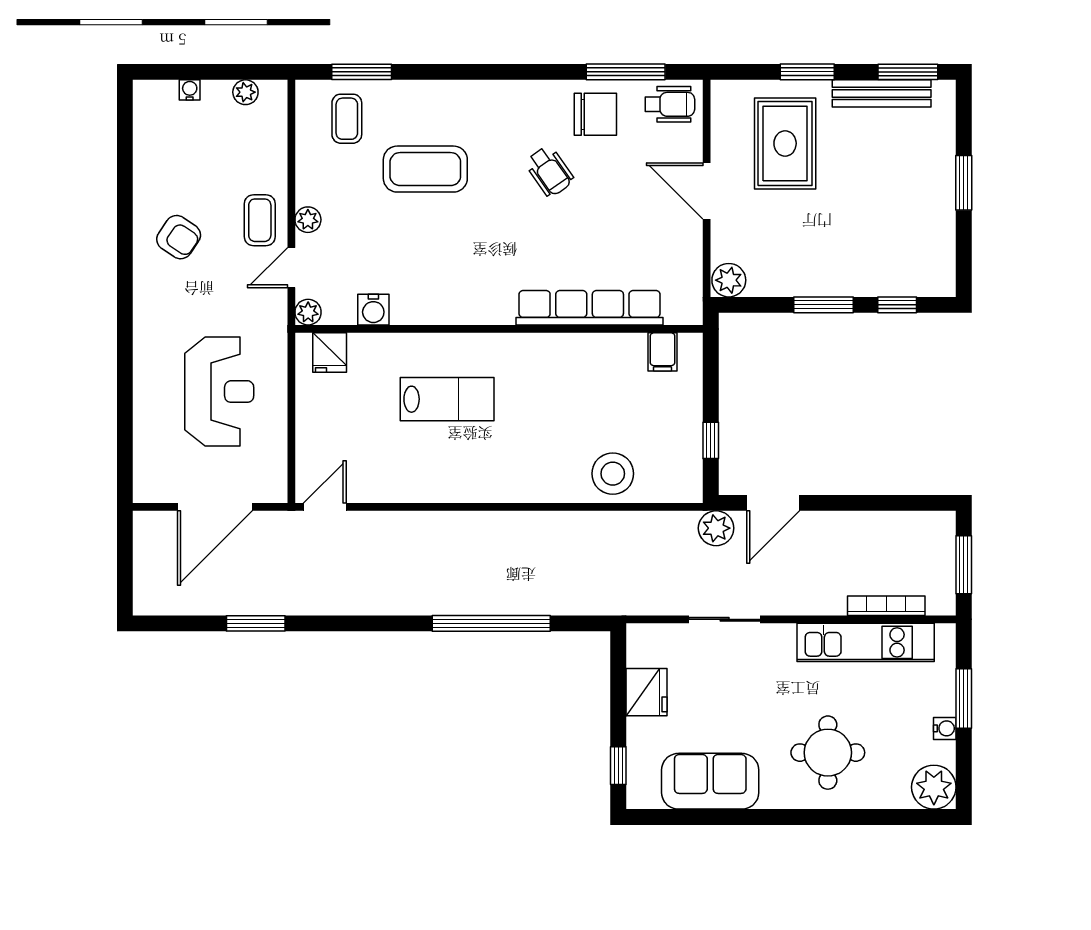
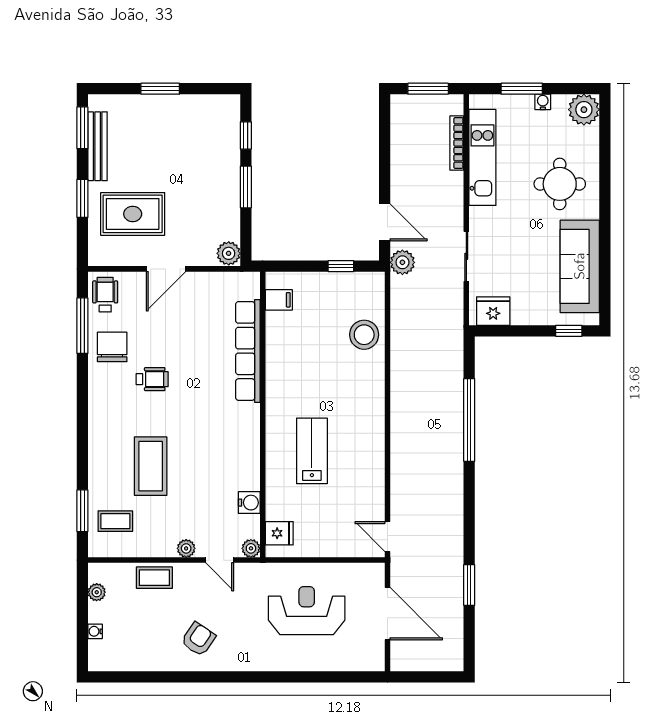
wheelchair: (549, 171) -> (152, 379), turned 35
coffee table: (260, 220) -> (154, 578), moved
fridge: (647, 692) -> (493, 311), moved
sofa: (710, 781) -> (580, 266), width x1.36

